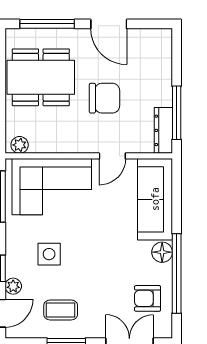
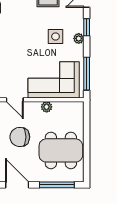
plant: (20, 145) -> (47, 107), moved
door: (112, 156) -> (15, 100), swing flipped
plant: (13, 286) -> (79, 38), moved

